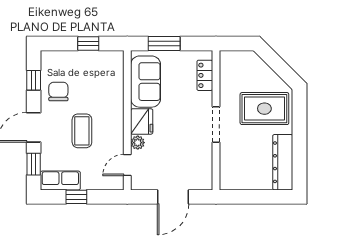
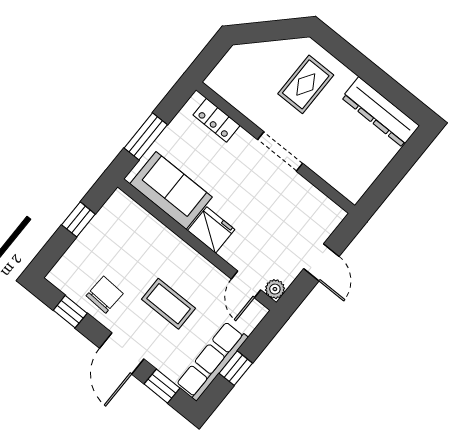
chair: (58, 92) -> (105, 295), turned 93
rug: (264, 109) -> (306, 84), width x0.73, depth x0.70
plant: (138, 143) -> (275, 289), moved
row of seats: (60, 181) -> (212, 361), width x1.48
door: (173, 197) -> (321, 262), width x0.73

